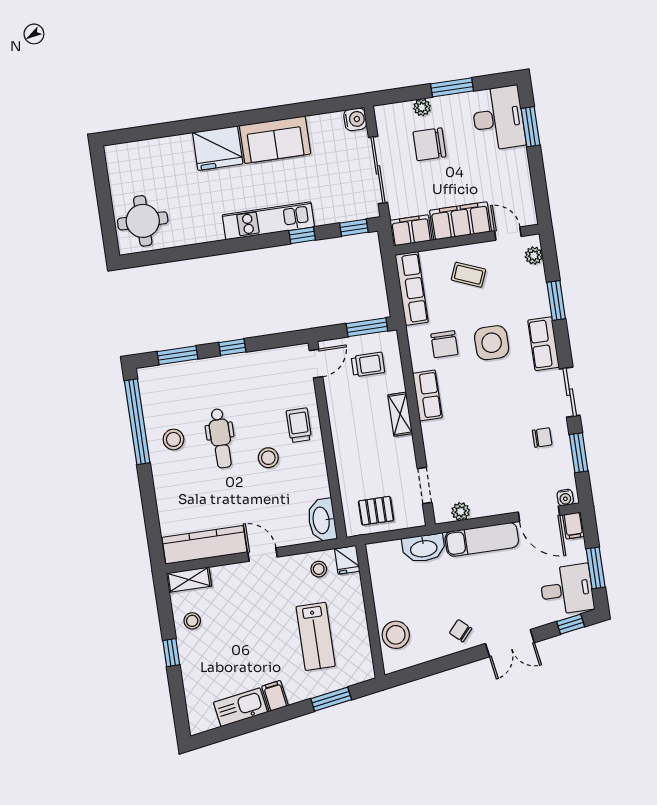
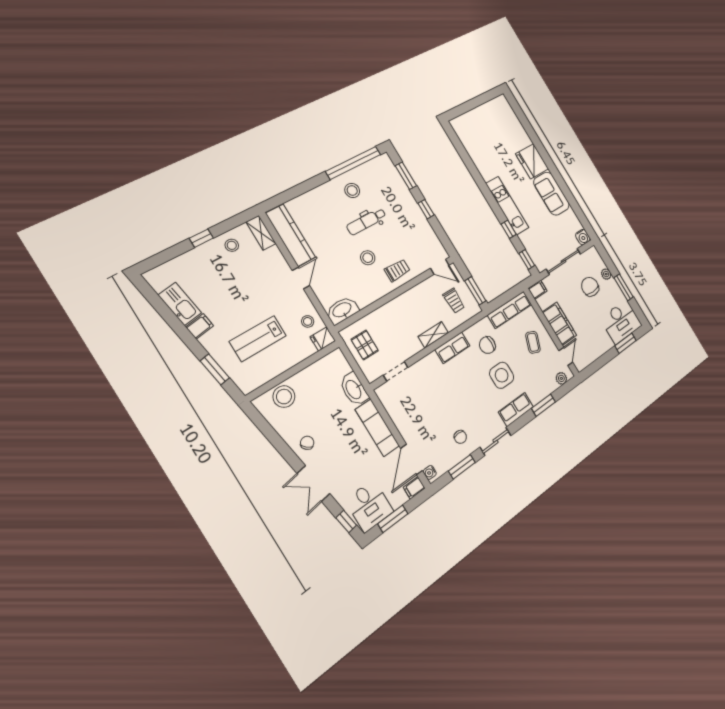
round table: (143, 221) -> (474, 129), removed
filing cabinet: (411, 230) -> (538, 290), width x0.50
plant: (461, 511) -> (389, 404), removed

